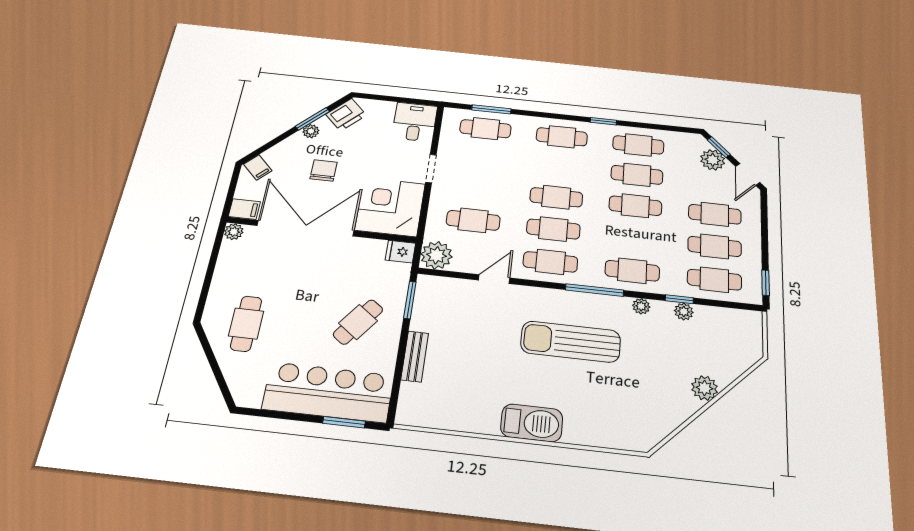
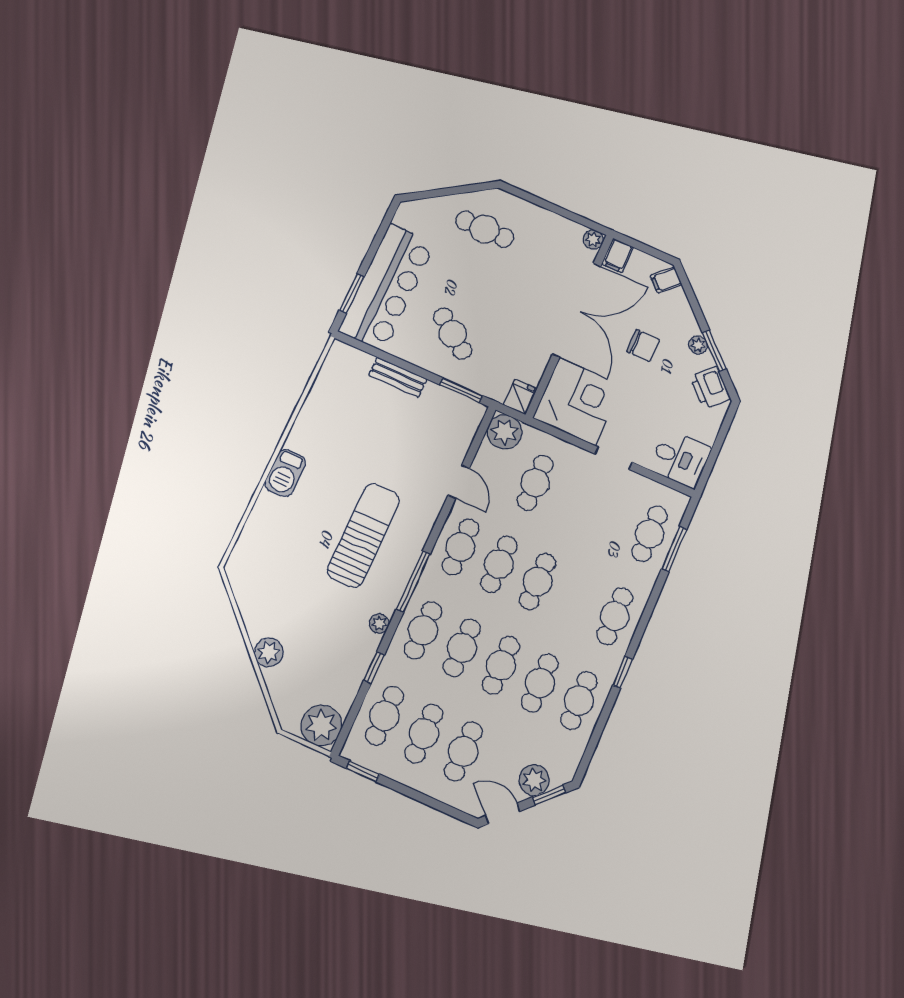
cafe table: (634, 238) -> (462, 648), added
plant: (684, 312) -> (321, 725), moved, width x1.88, depth x1.88
barbecue: (532, 423) -> (285, 473), width x0.73, depth x0.83

